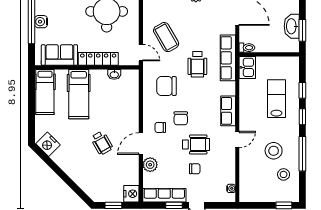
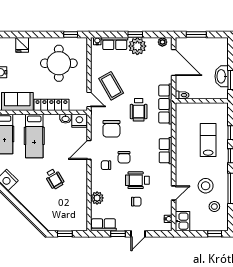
kitchen sink: (247, 67) -> (183, 221), moved
chair: (166, 86) -> (111, 129), turned -90
door: (237, 139) -> (174, 193), moved
door: (141, 144) -> (89, 150), moved
wheelchair: (196, 144) -> (137, 180), turned 180
nightstand: (131, 194) -> (79, 121), moved, turned -90
row of seats: (164, 195) -> (103, 225), width x0.68

